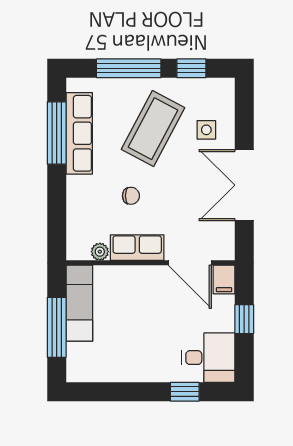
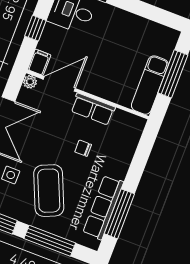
coffee table: (153, 129) -> (49, 191), turned -51
plant: (100, 252) -> (30, 82), moved
door: (190, 263) -> (59, 84), hinge flipped

